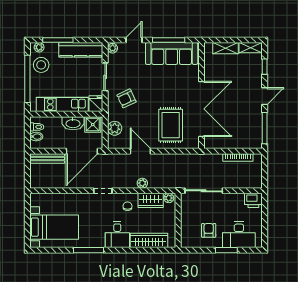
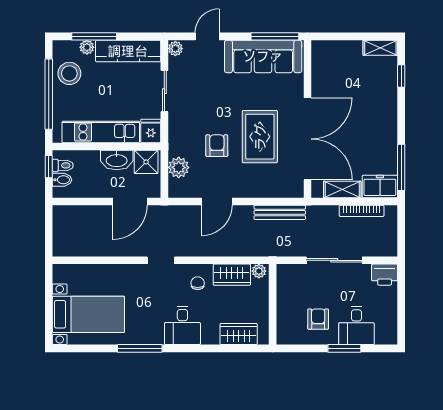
window: (169, 40) -> (275, 36), moved
plant: (39, 47) -> (87, 47), moved
shelving: (225, 48) -> (342, 190), moved
door: (265, 96) -> (401, 120), removed
armchair: (126, 98) -> (217, 146), moved, turned 115
rug: (171, 125) -> (260, 137), moved
window: (27, 128) -> (49, 167), added
freezer: (250, 141) -> (380, 186), added
door: (82, 151) -> (130, 202), width x0.73
door: (140, 151) -> (217, 202), swing flipped
bench: (47, 159) -> (280, 212), moved
plant: (142, 183) -> (220, 249), removed
sliding door: (204, 191) -> (334, 260), moved
desk: (239, 235) -> (356, 326), width x0.73
wardrobe: (149, 240) -> (239, 334), width x0.67

